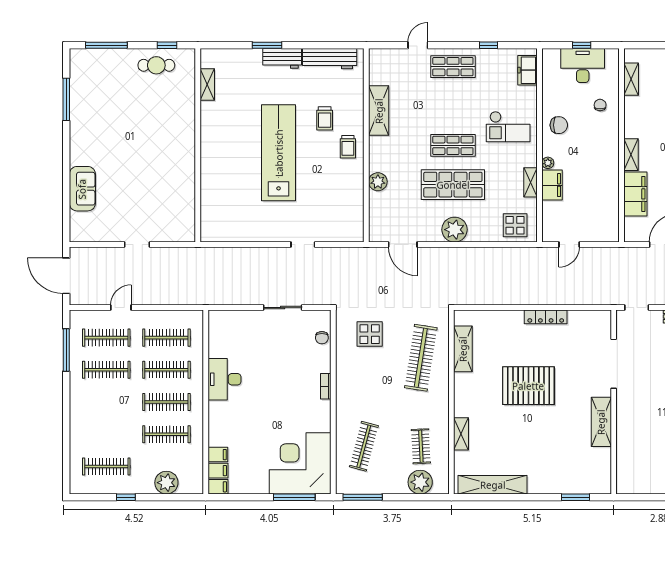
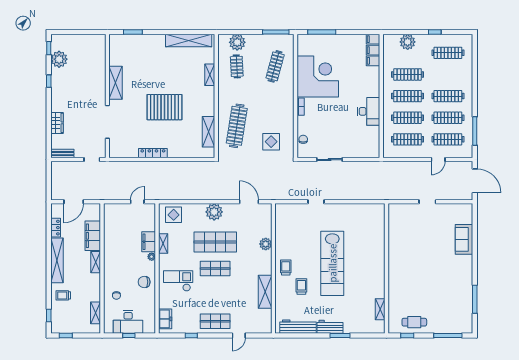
clothes rail: (106, 402) -> (448, 96), added
corner desk: (300, 463) -> (318, 76), moved, turned -90

